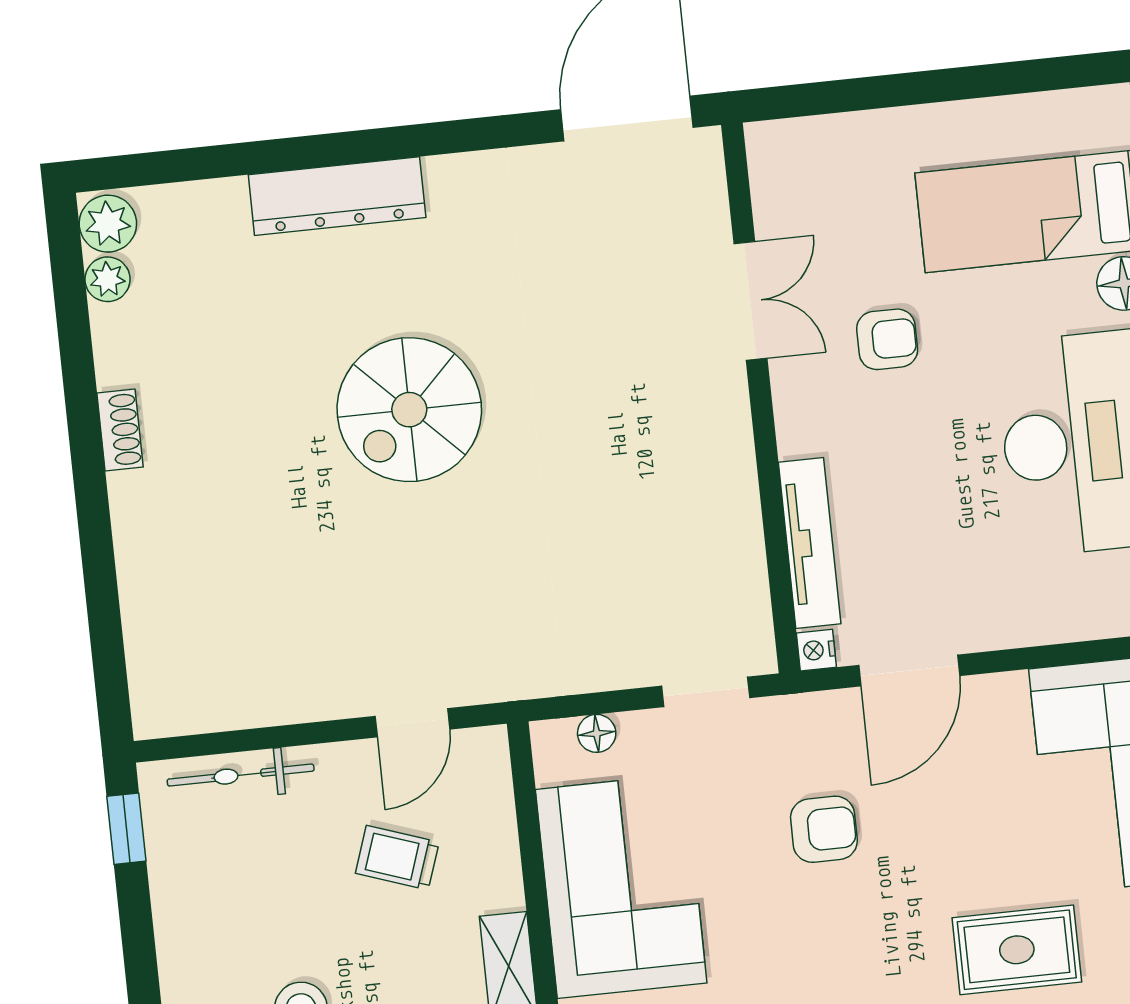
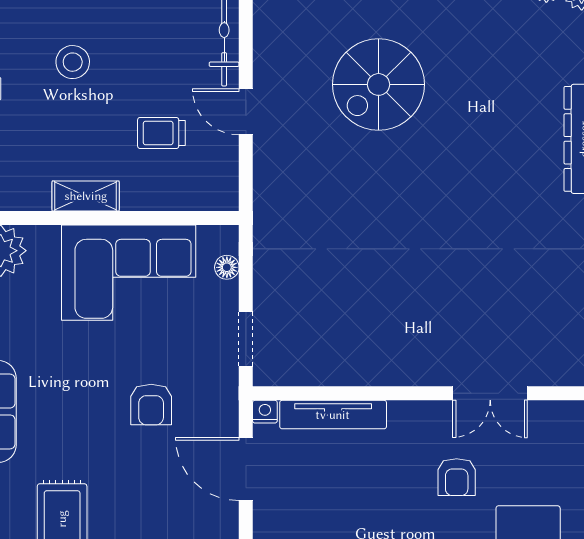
spiral stairs: (409, 410) -> (378, 84), moved, turned -90
door: (412, 723) -> (246, 112), moved
trolley: (397, 858) -> (161, 133), turned -109

